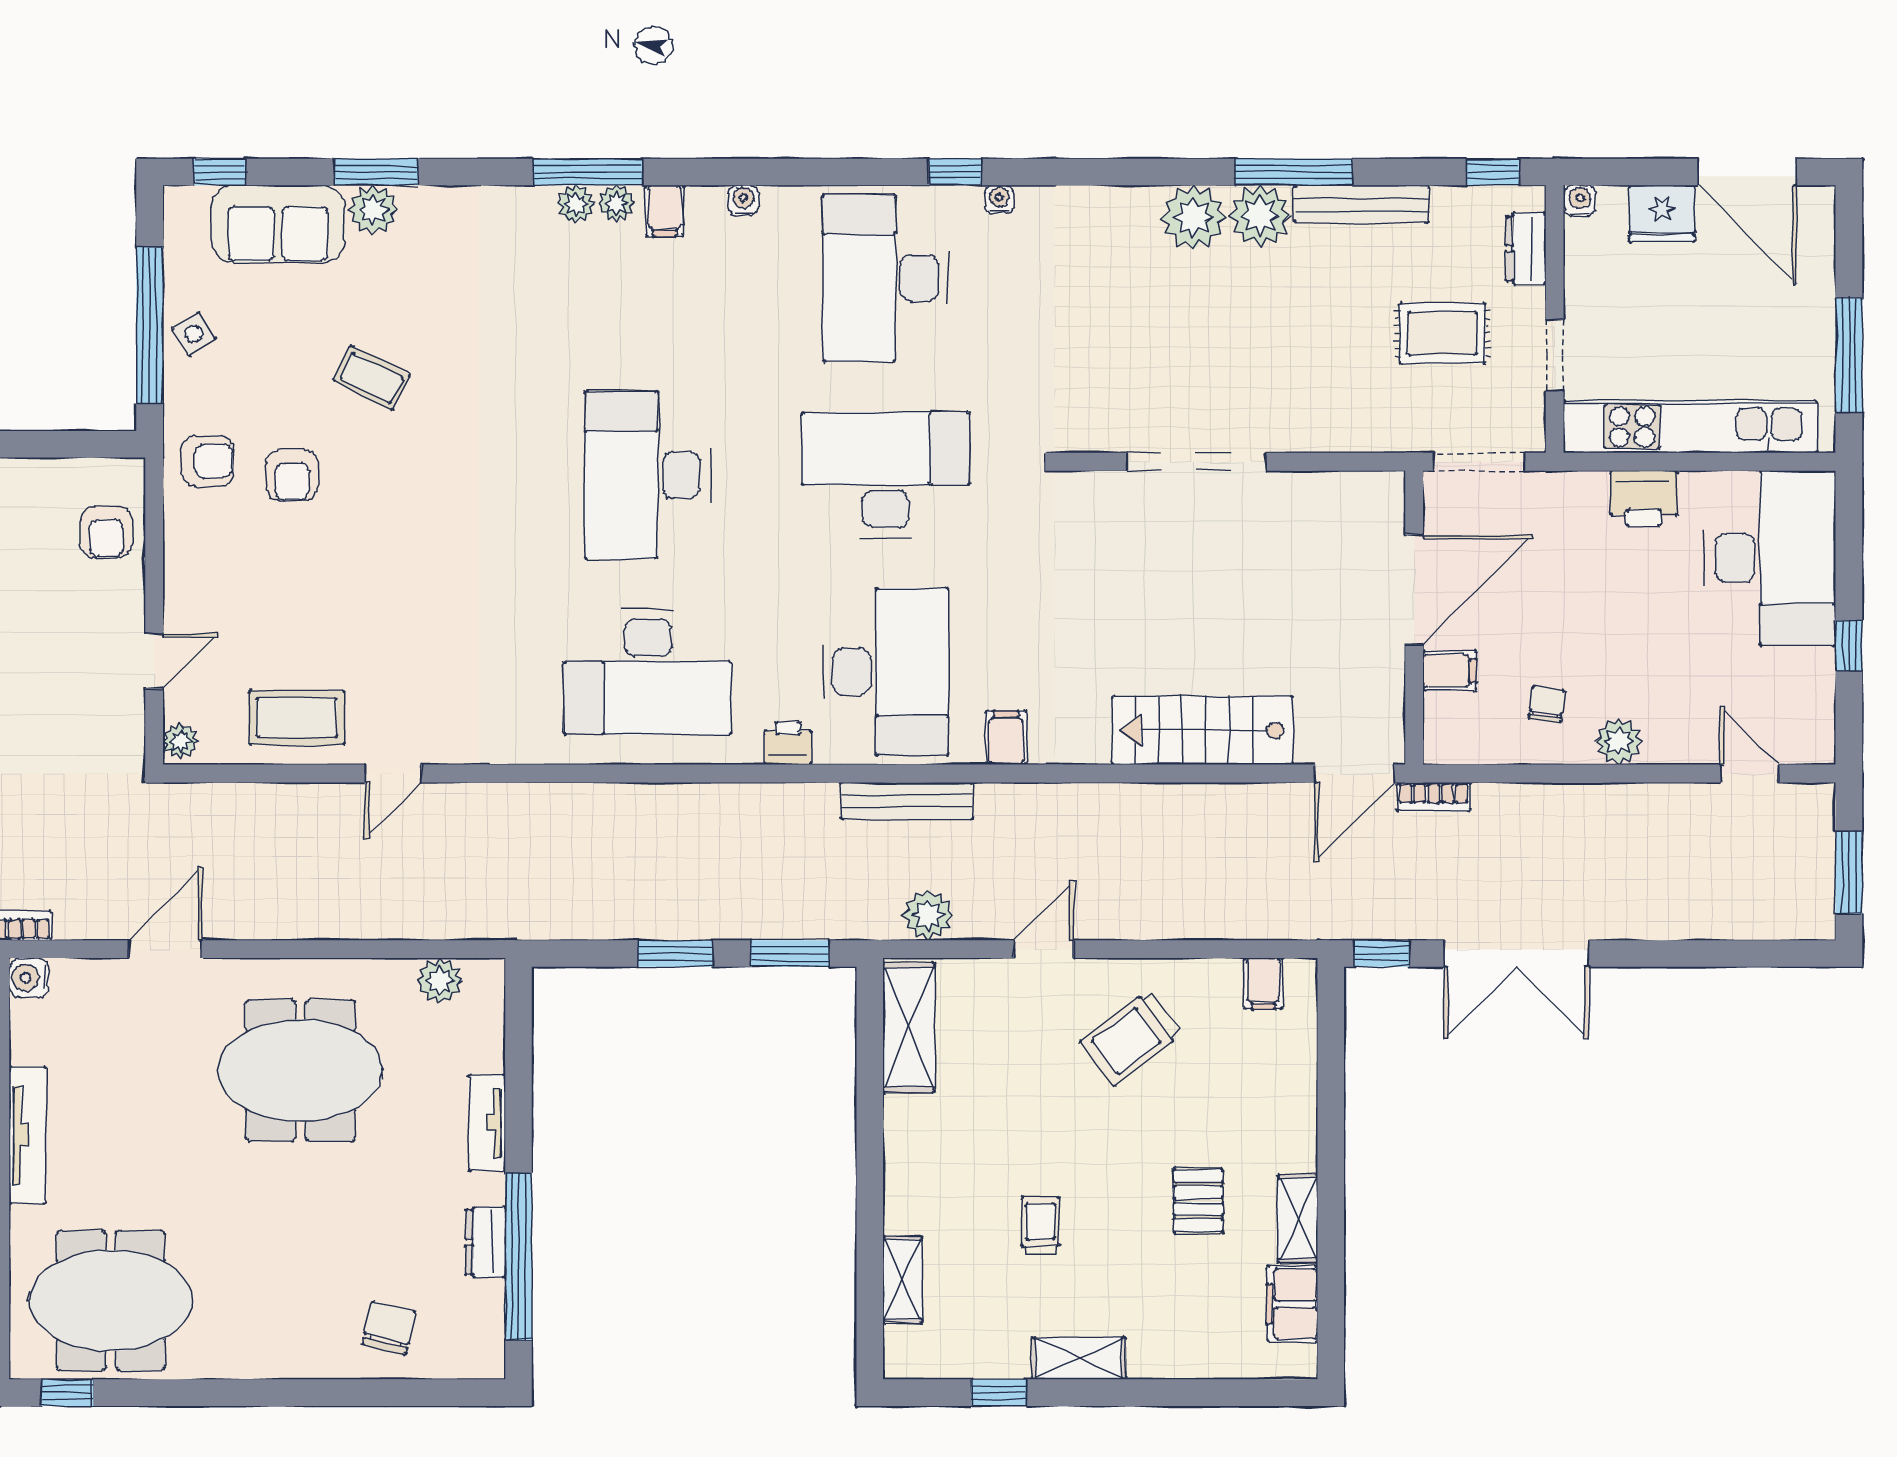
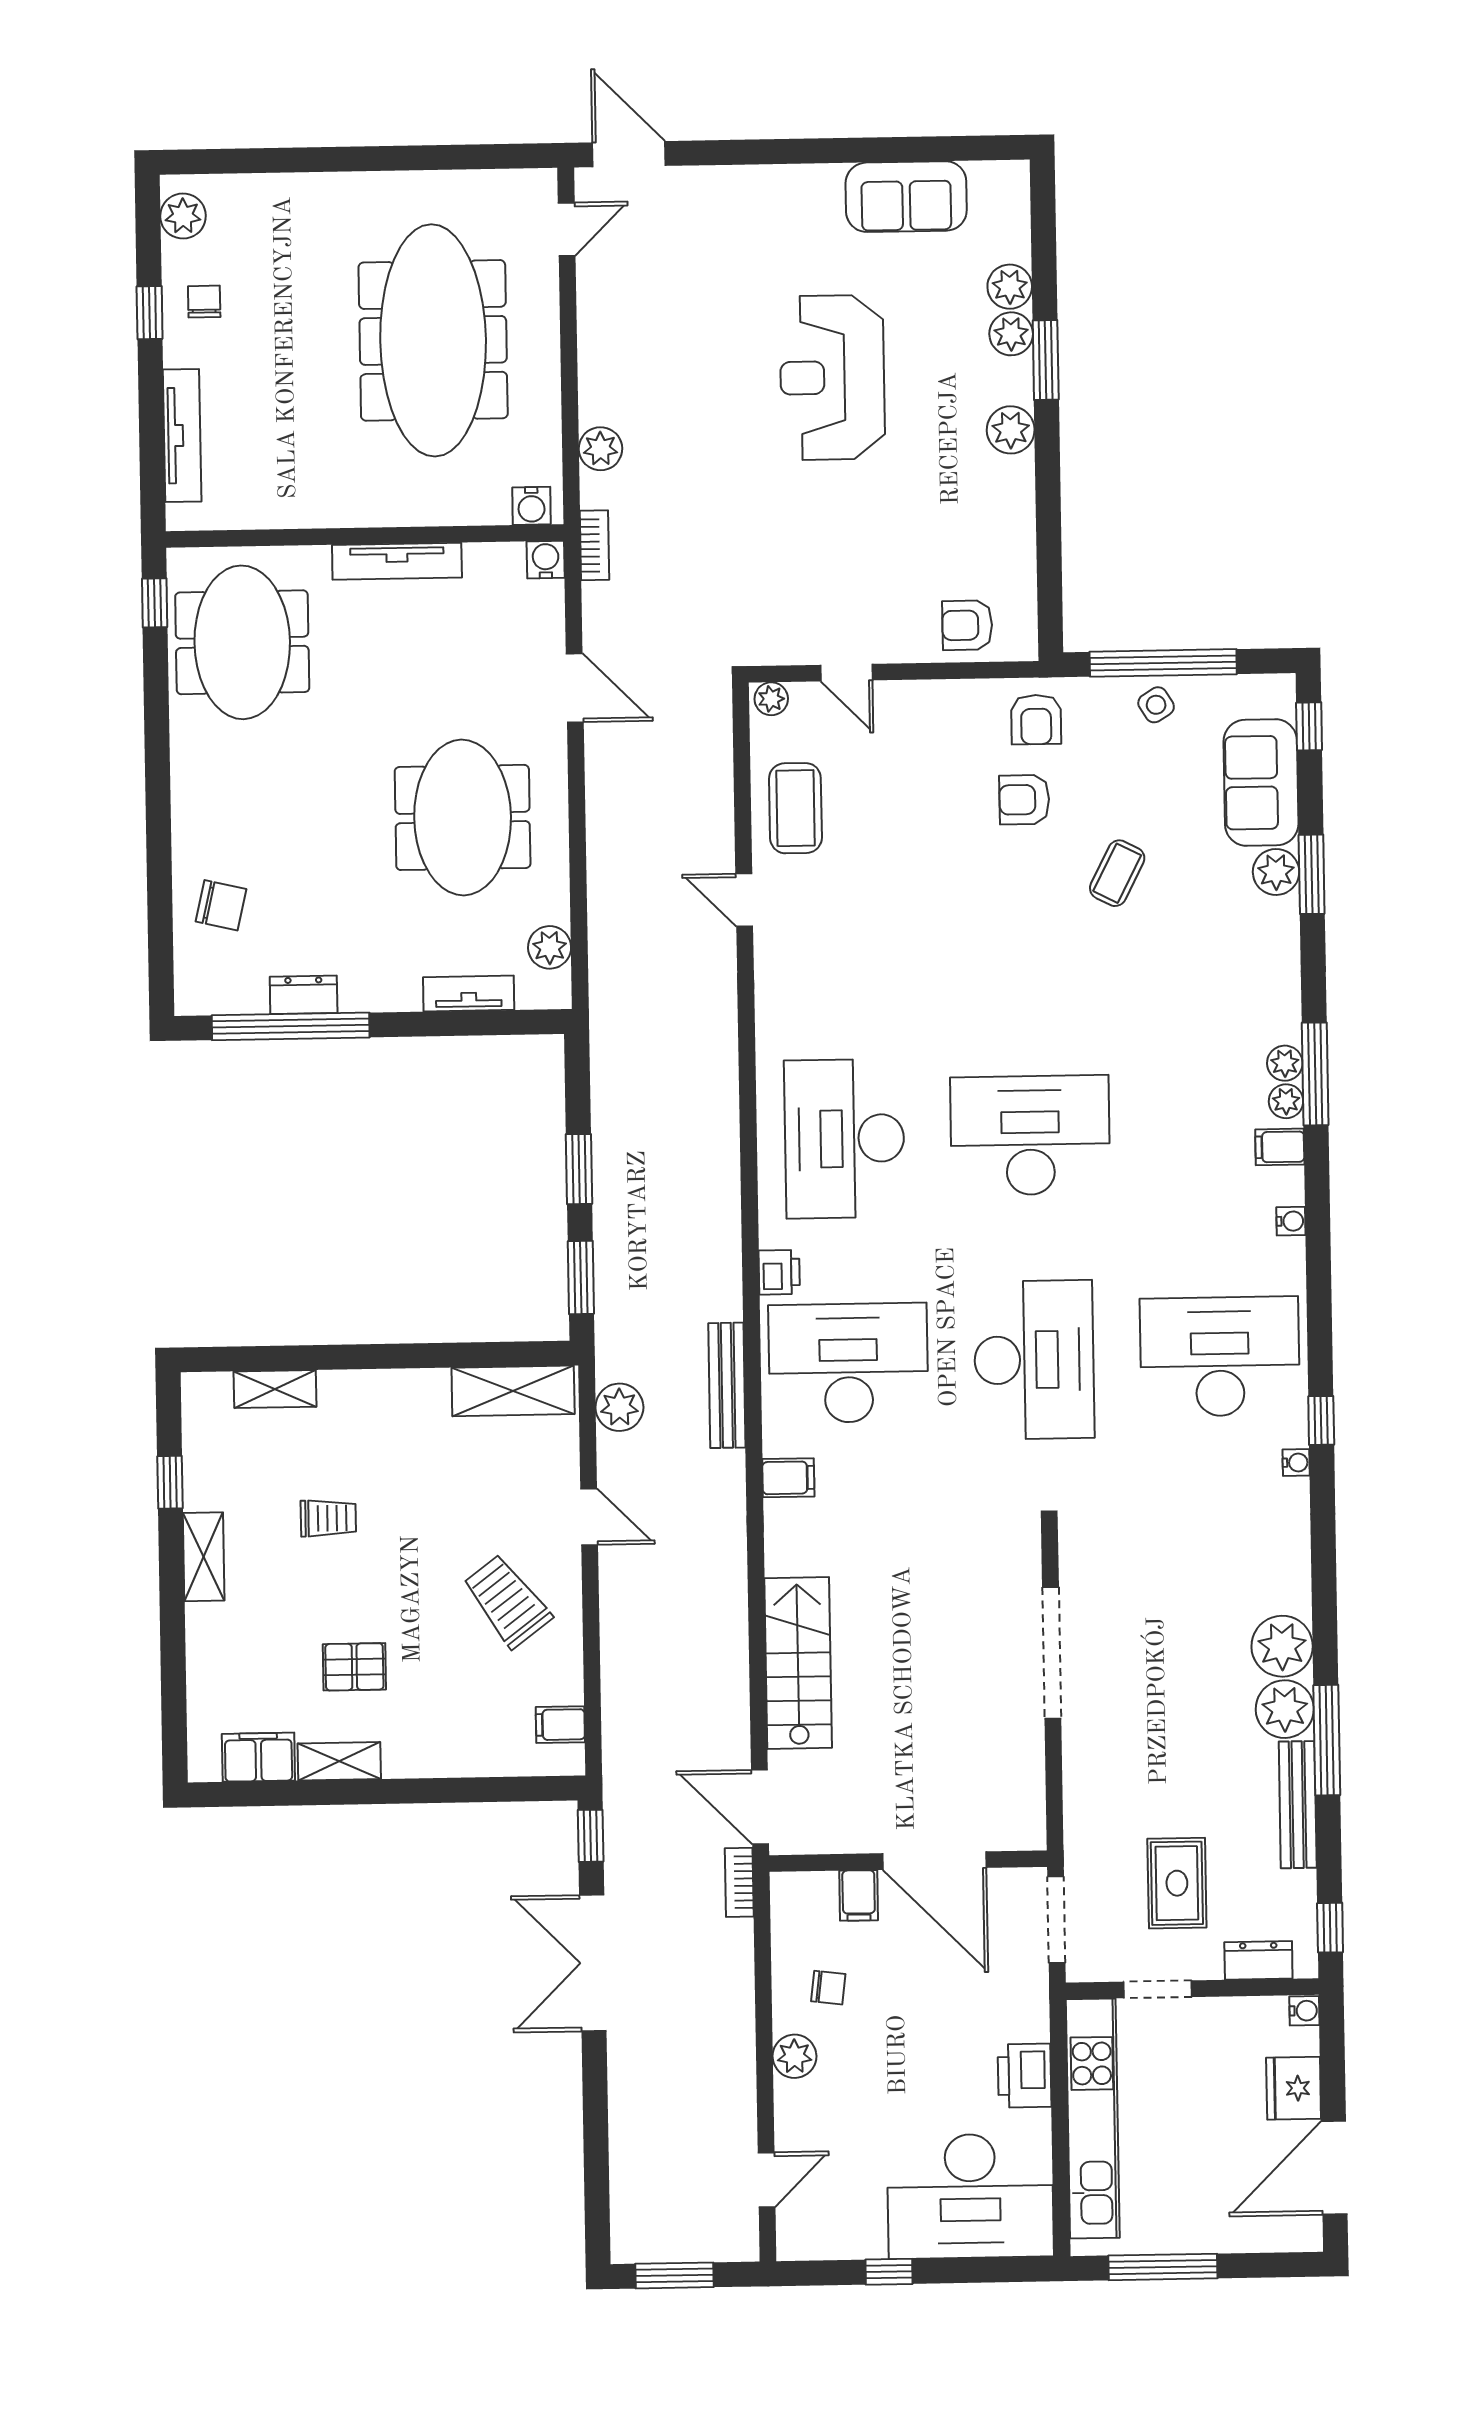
desk: (885, 672) -> (848, 1363), turned 180
tv unit: (487, 1123) -> (469, 993), moved

